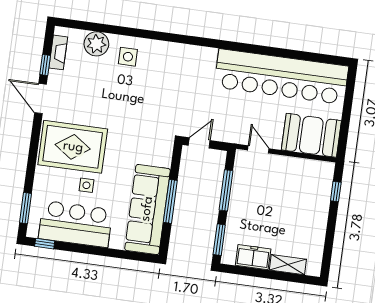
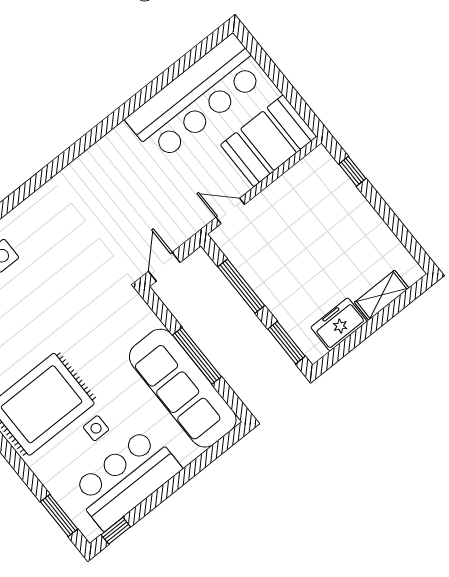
bar counter: (281, 77) -> (196, 98), width x0.73

